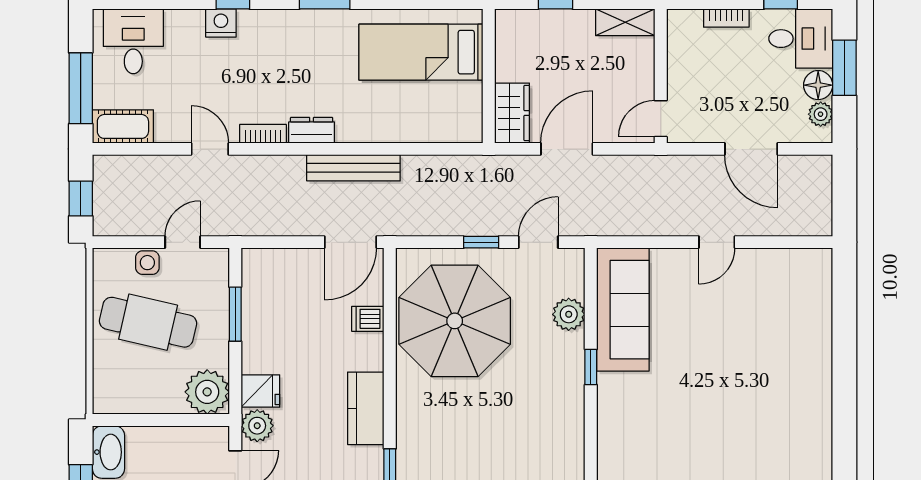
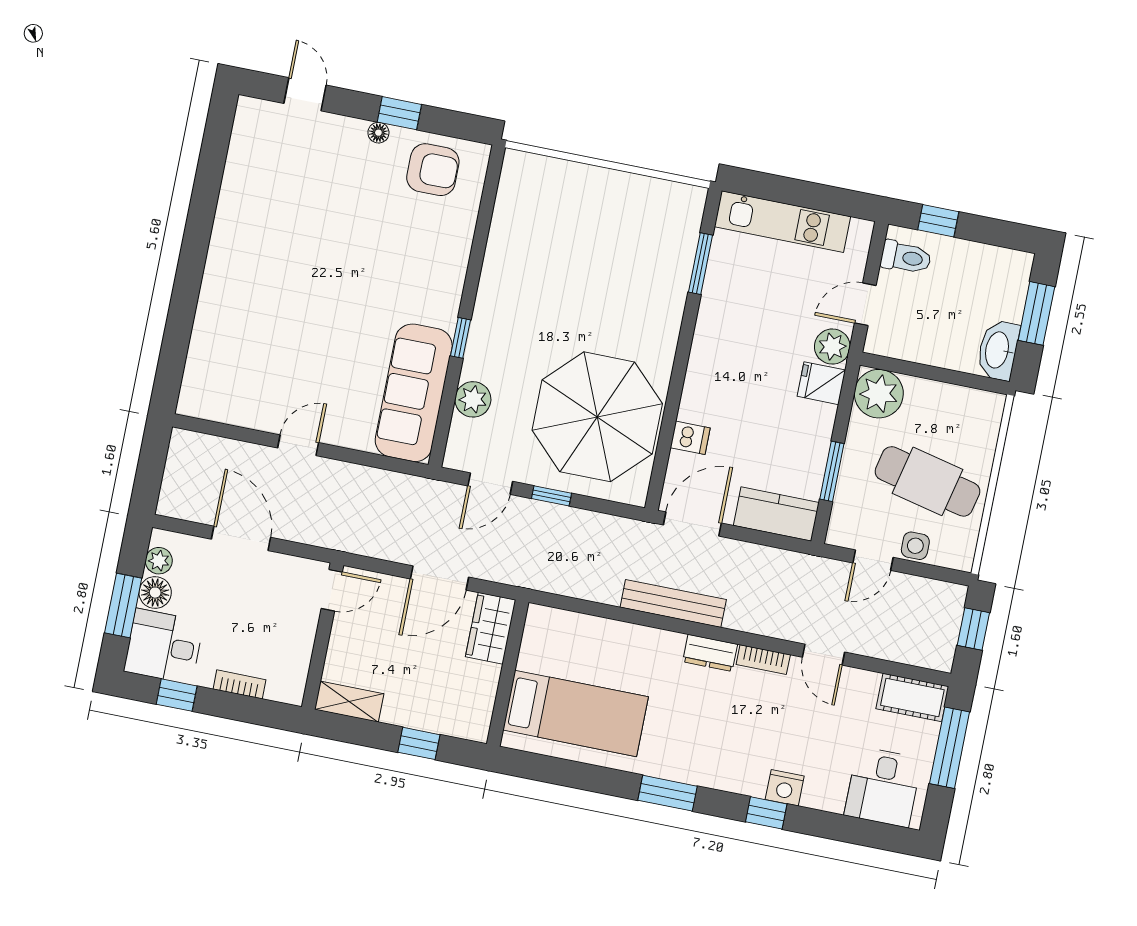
kitchen counter: (366, 408) -> (776, 514), moved, turned -90

